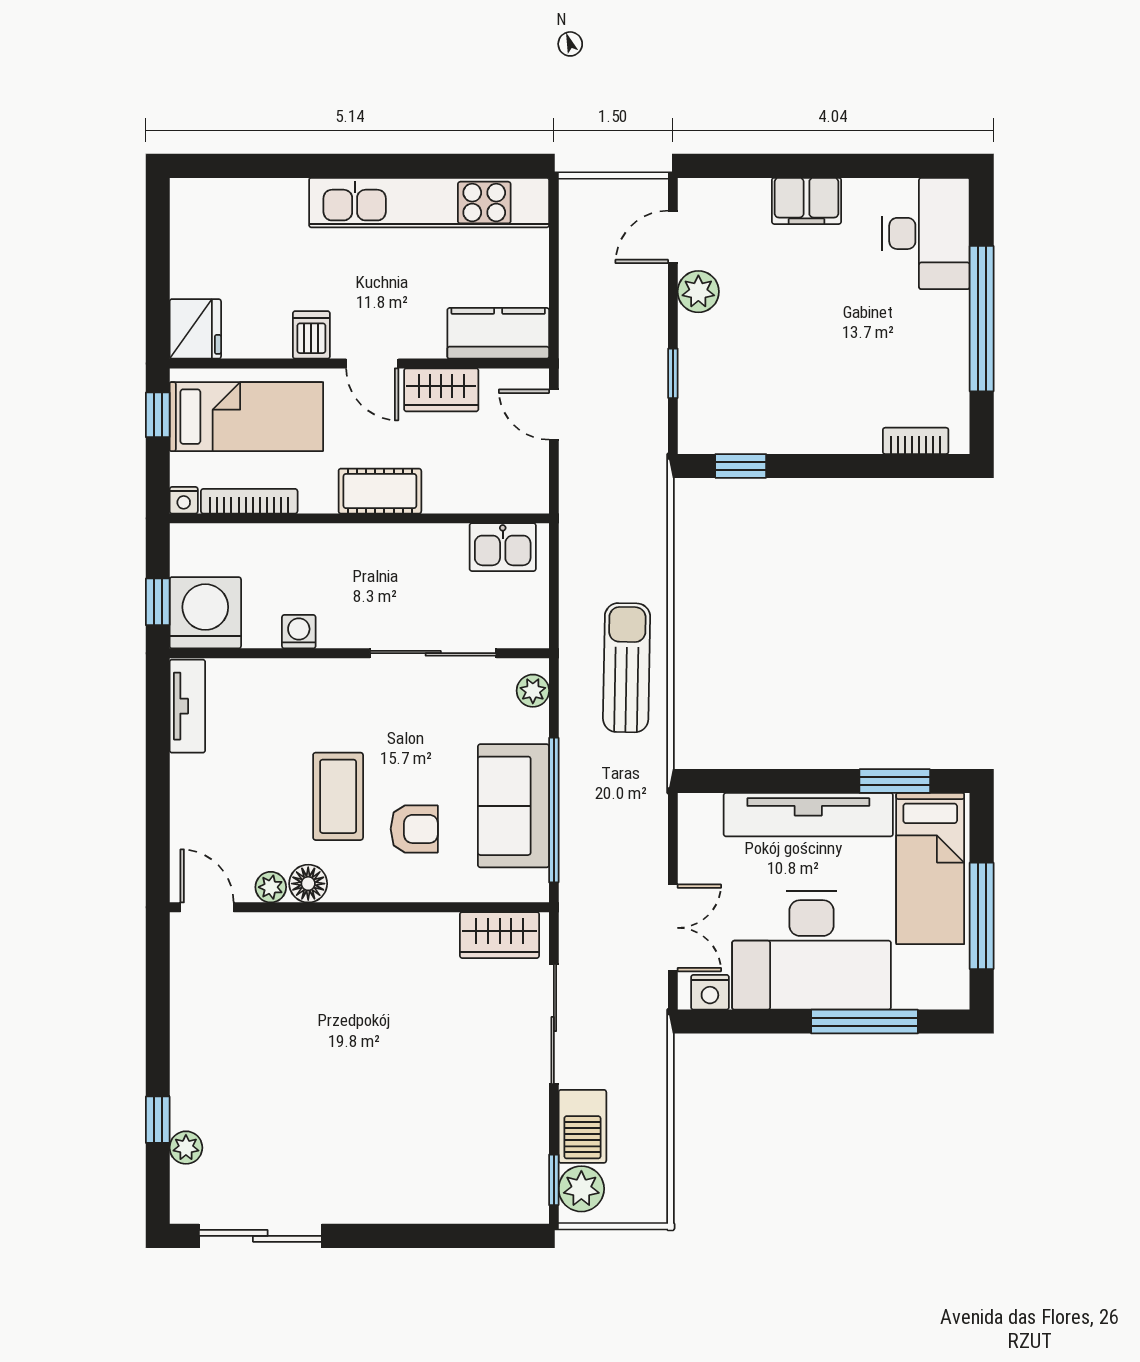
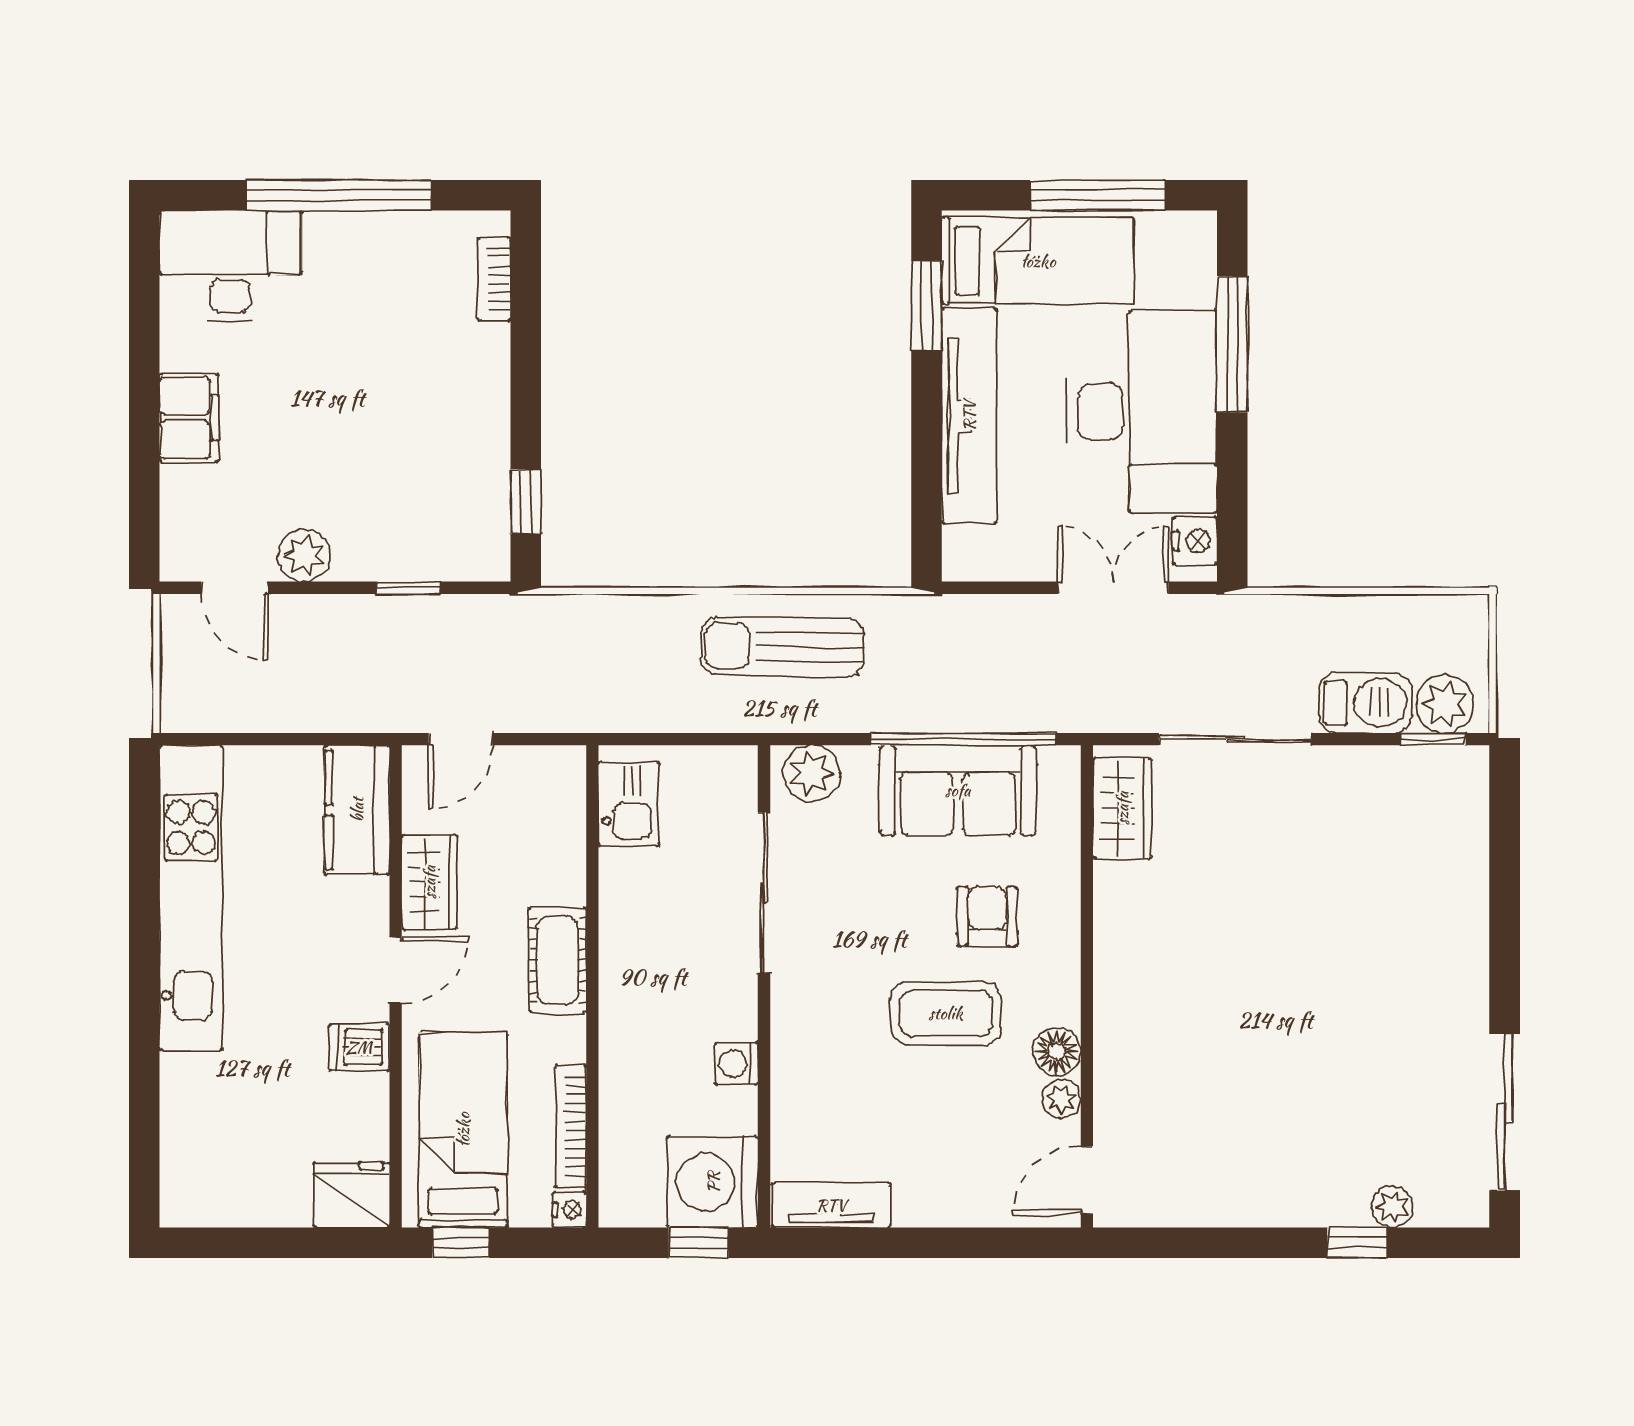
plant: (533, 691) -> (812, 773), width x1.38, depth x1.38

